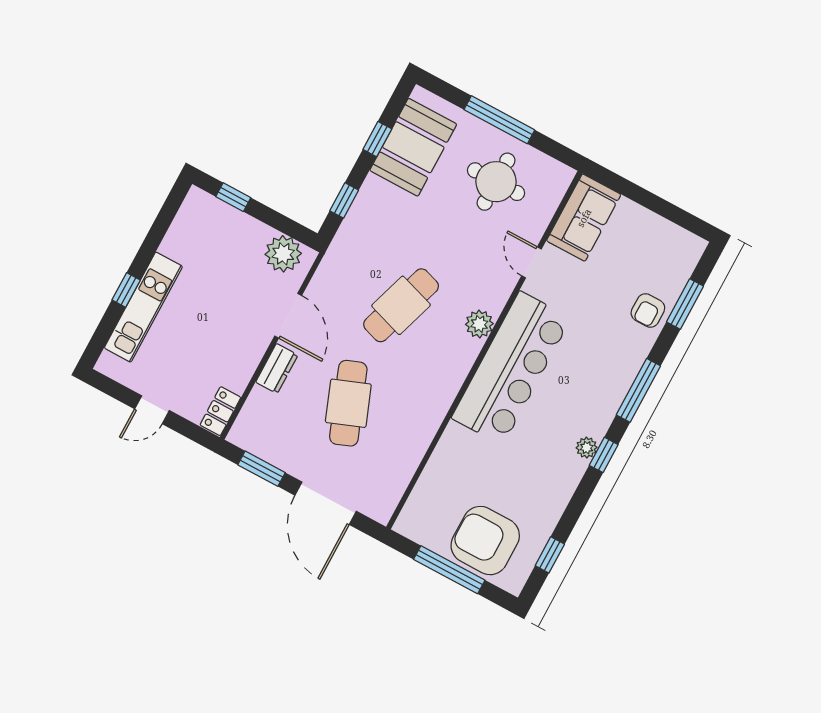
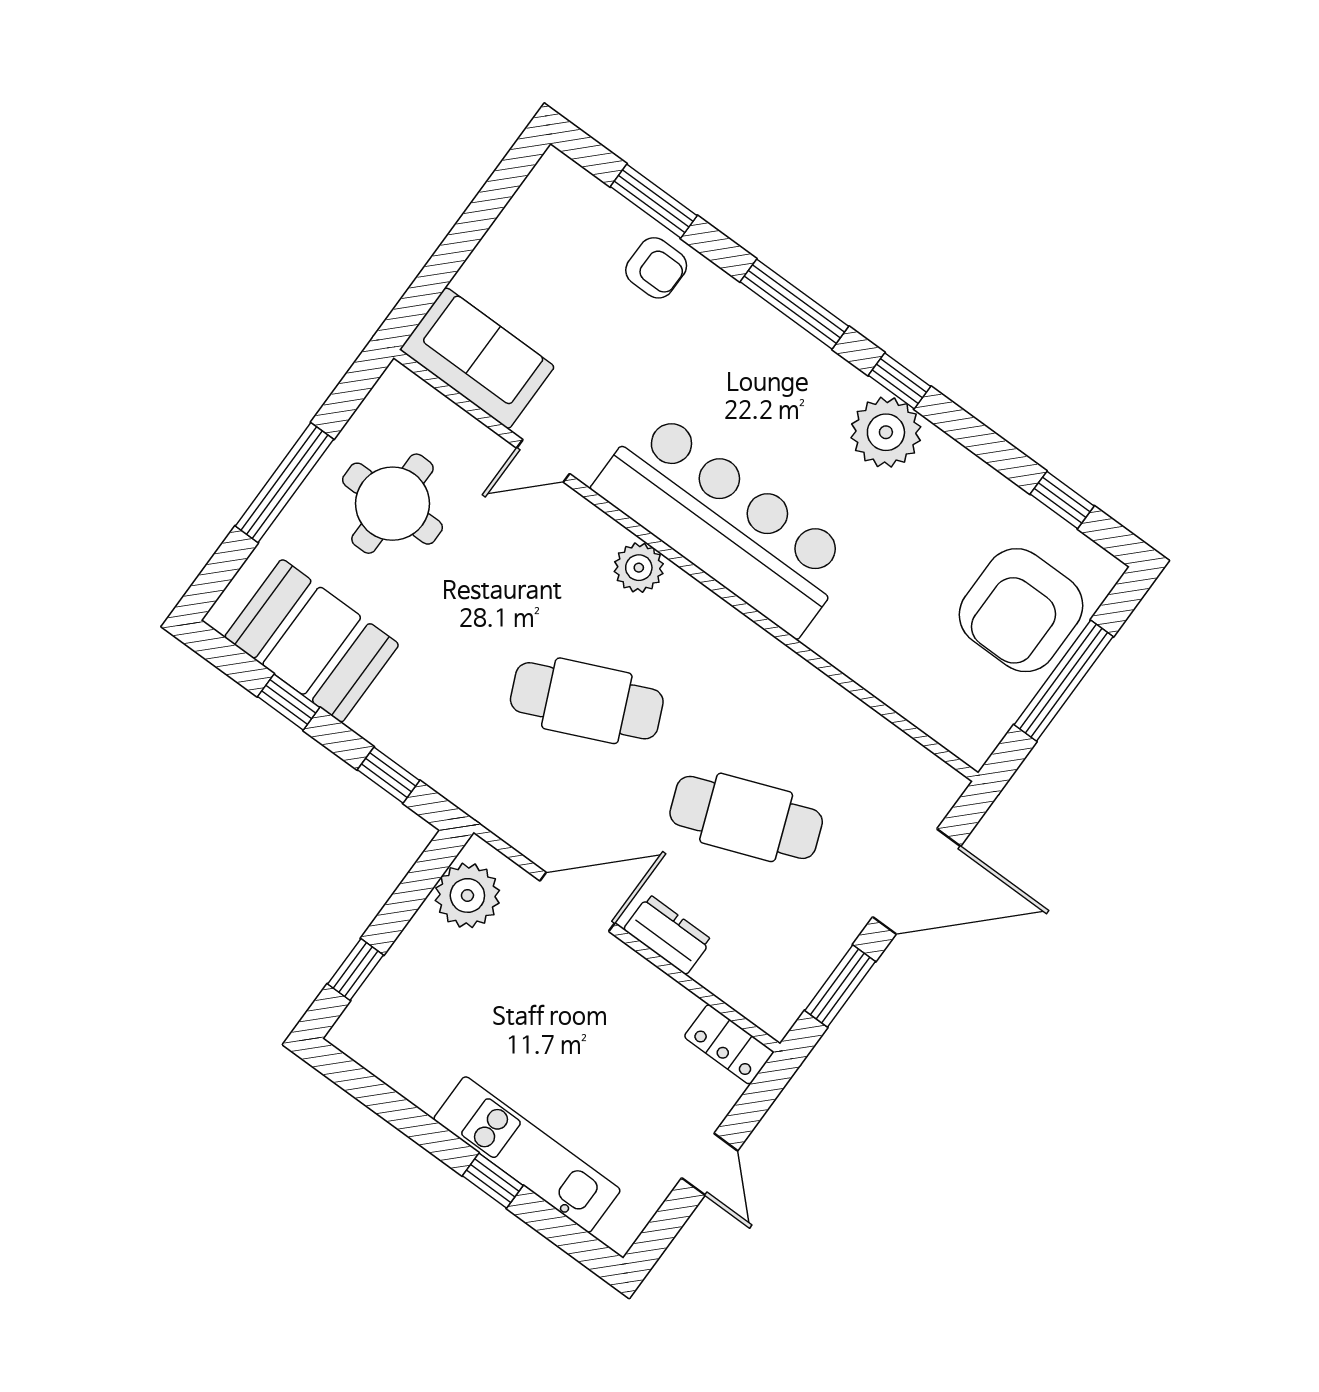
cafe table: (401, 305) -> (587, 701), turned -42
plant: (587, 448) -> (886, 432), width x1.88, depth x1.88

